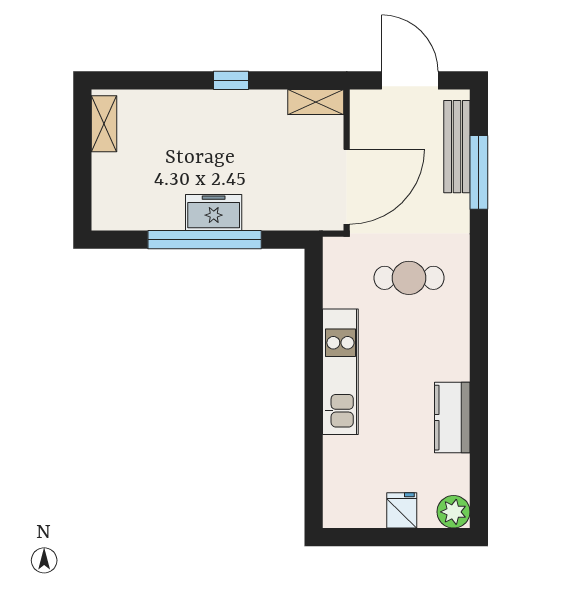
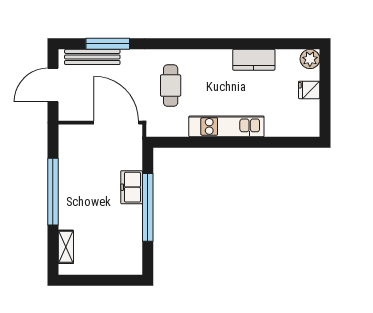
window: (231, 80) -> (53, 192), width x3.17
shelving: (316, 102) -> (66, 141), removed
shelving: (104, 124) -> (66, 247), moved, turned 90
freezer: (214, 212) -> (132, 187), moved

